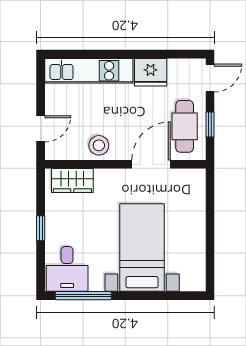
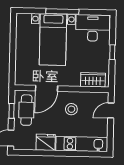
stool: (99, 145) -> (71, 109), moved
desk: (67, 269) -> (93, 28), width x1.37
window: (83, 296) -> (62, 12), moved

